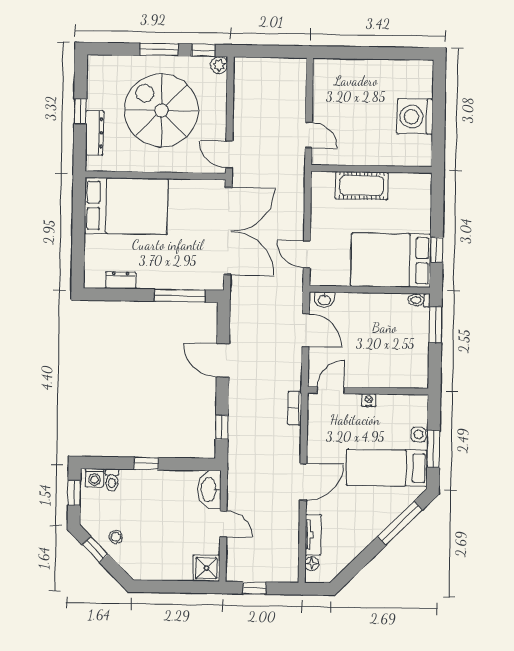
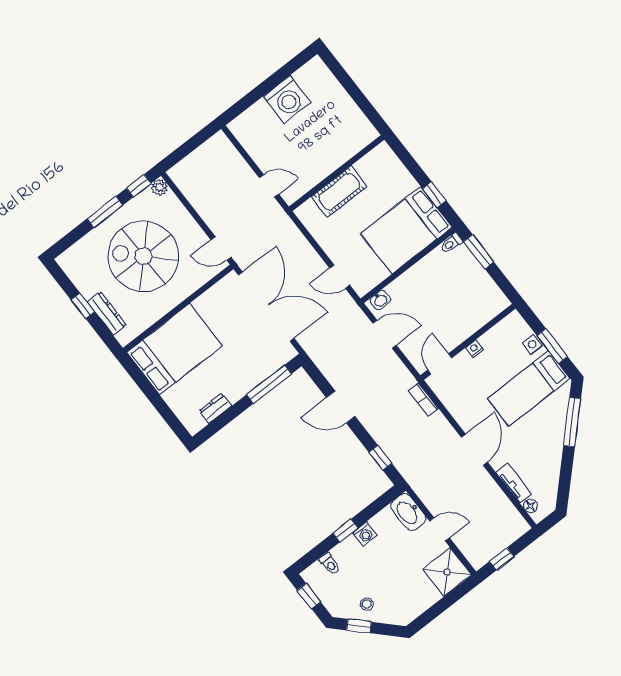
washing machine: (415, 117) -> (287, 99), moved, turned -90
washing machine: (94, 478) -> (365, 534), moved
shower: (206, 568) -> (447, 572), width x1.36, depth x1.36

